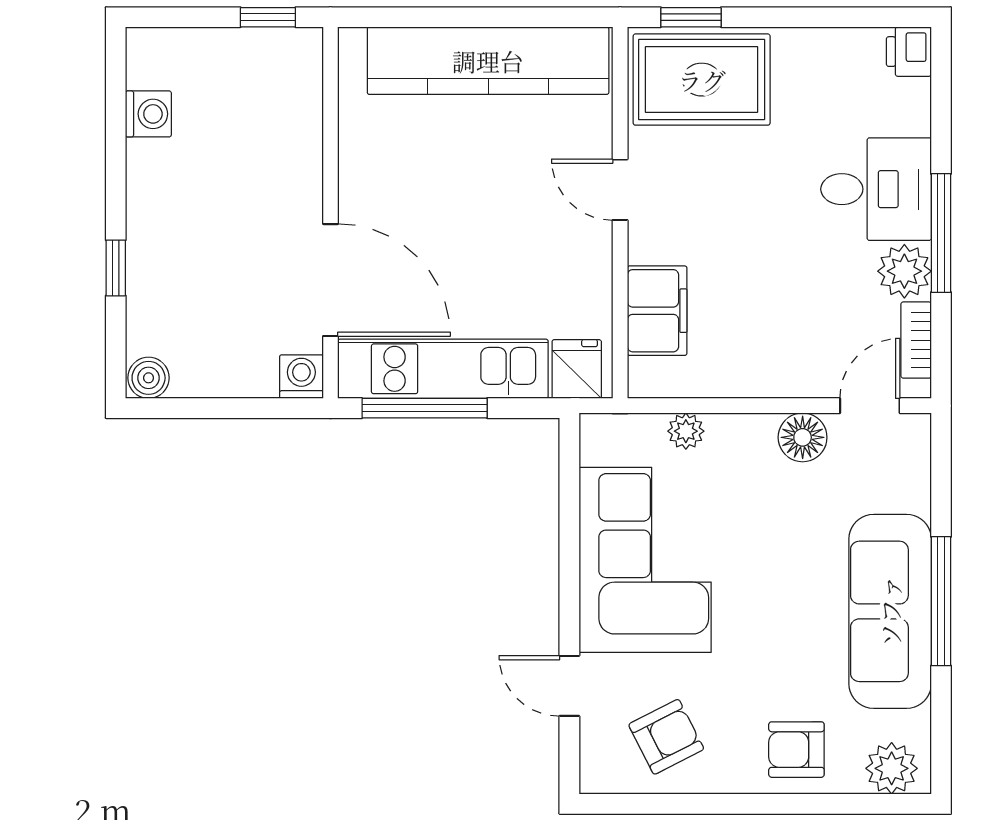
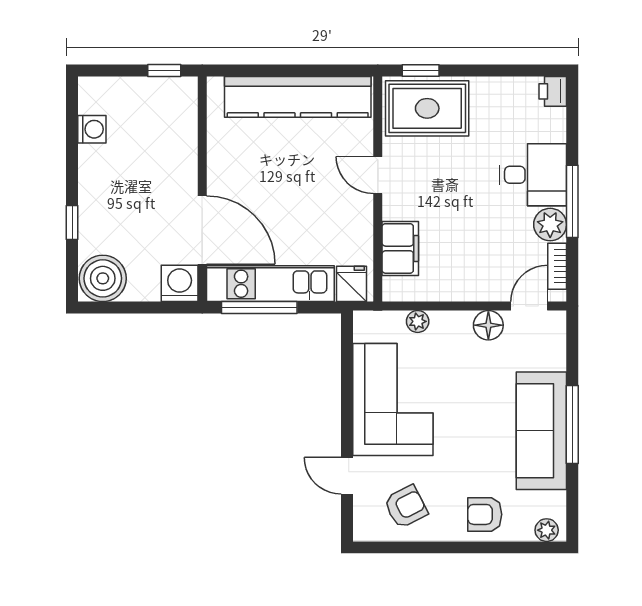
washing machine: (301, 377) -> (180, 283), width x1.38, depth x1.38
boiler: (149, 378) -> (103, 278), width x1.86, depth x1.86
plant: (892, 768) -> (547, 530), width x0.73, depth x0.73

